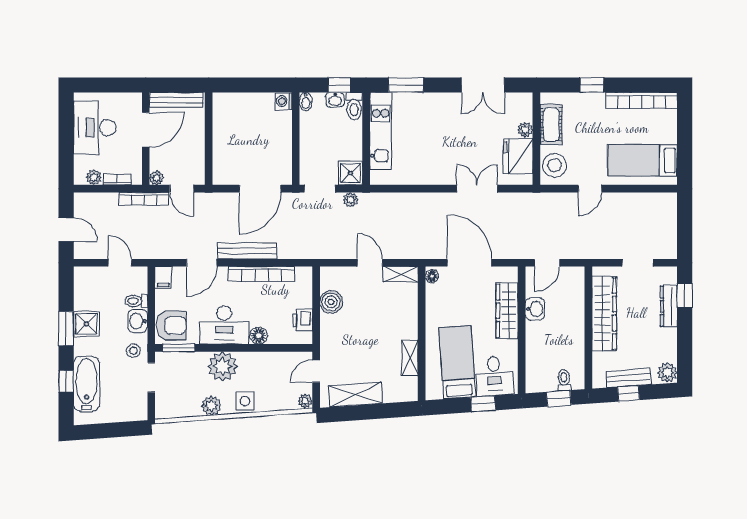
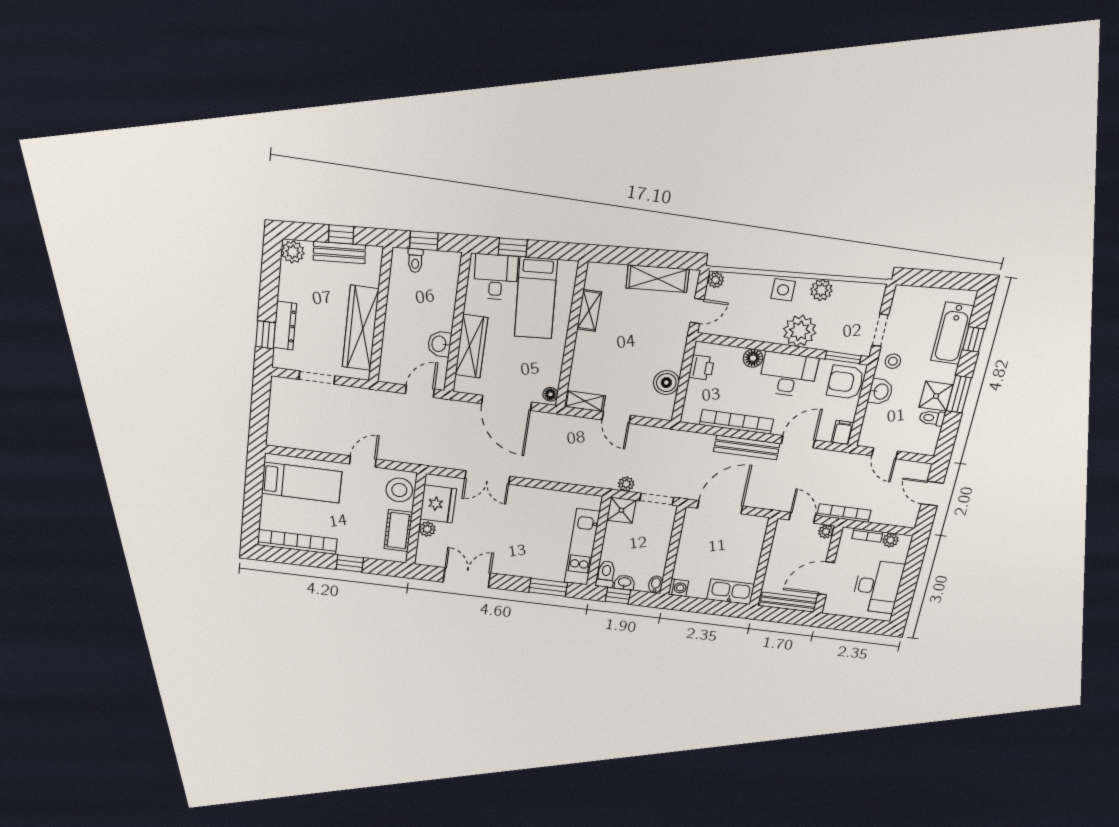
kitchen sink: (233, 103) -> (731, 592), added
toilet: (136, 301) -> (932, 418), moved, turned 180

